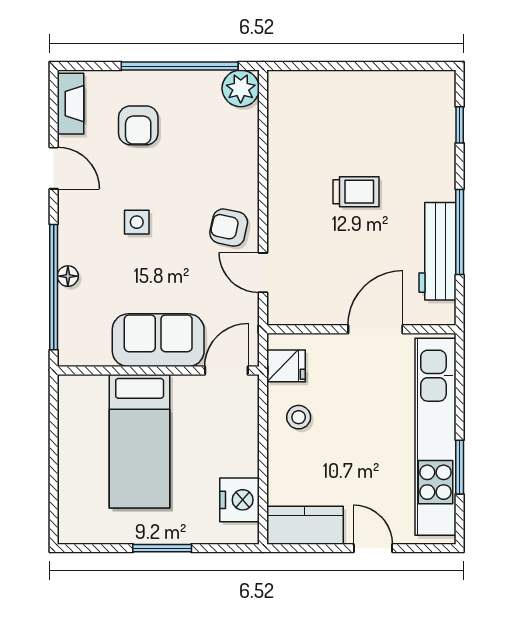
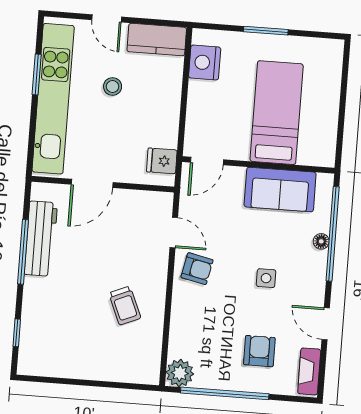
trolley: (356, 192) -> (125, 306), moved, turned -113
sofa: (158, 340) -> (280, 190), moved
stool: (299, 417) -> (113, 87), moved

